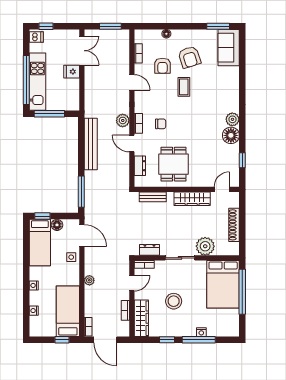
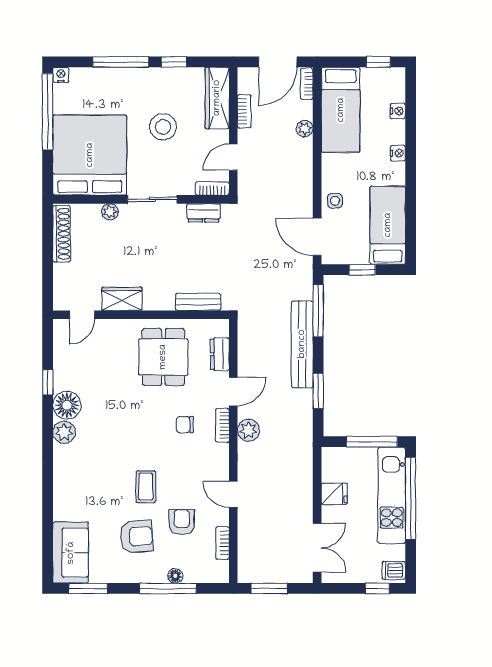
window: (171, 26) -> (168, 588), added
double door: (82, 51) -> (317, 548), swing flipped
armchair: (189, 57) -> (136, 537), turned 104
fridge: (72, 72) -> (334, 494), moved
door: (132, 143) -> (233, 392), hinge flipped
window: (81, 144) -> (318, 391), added
bench: (91, 144) -> (302, 344), moved
window: (242, 160) -> (48, 382), moved
wardrobe: (192, 199) -> (122, 299), width x0.67
window: (42, 216) -> (362, 270), moved
floor lamp: (57, 225) -> (359, 255), removed
shoe rack: (234, 225) -> (62, 234), moved
plant: (205, 246) -> (110, 212), width x0.53, depth x0.53
plant: (89, 280) -> (305, 129), moved
bed: (223, 284) -> (90, 155), width x1.36
window: (242, 292) -> (48, 112), moved
nightstand: (201, 332) -> (61, 75), moved
window: (62, 340) -> (378, 62), moved
door: (105, 340) -> (278, 62), swing flipped

